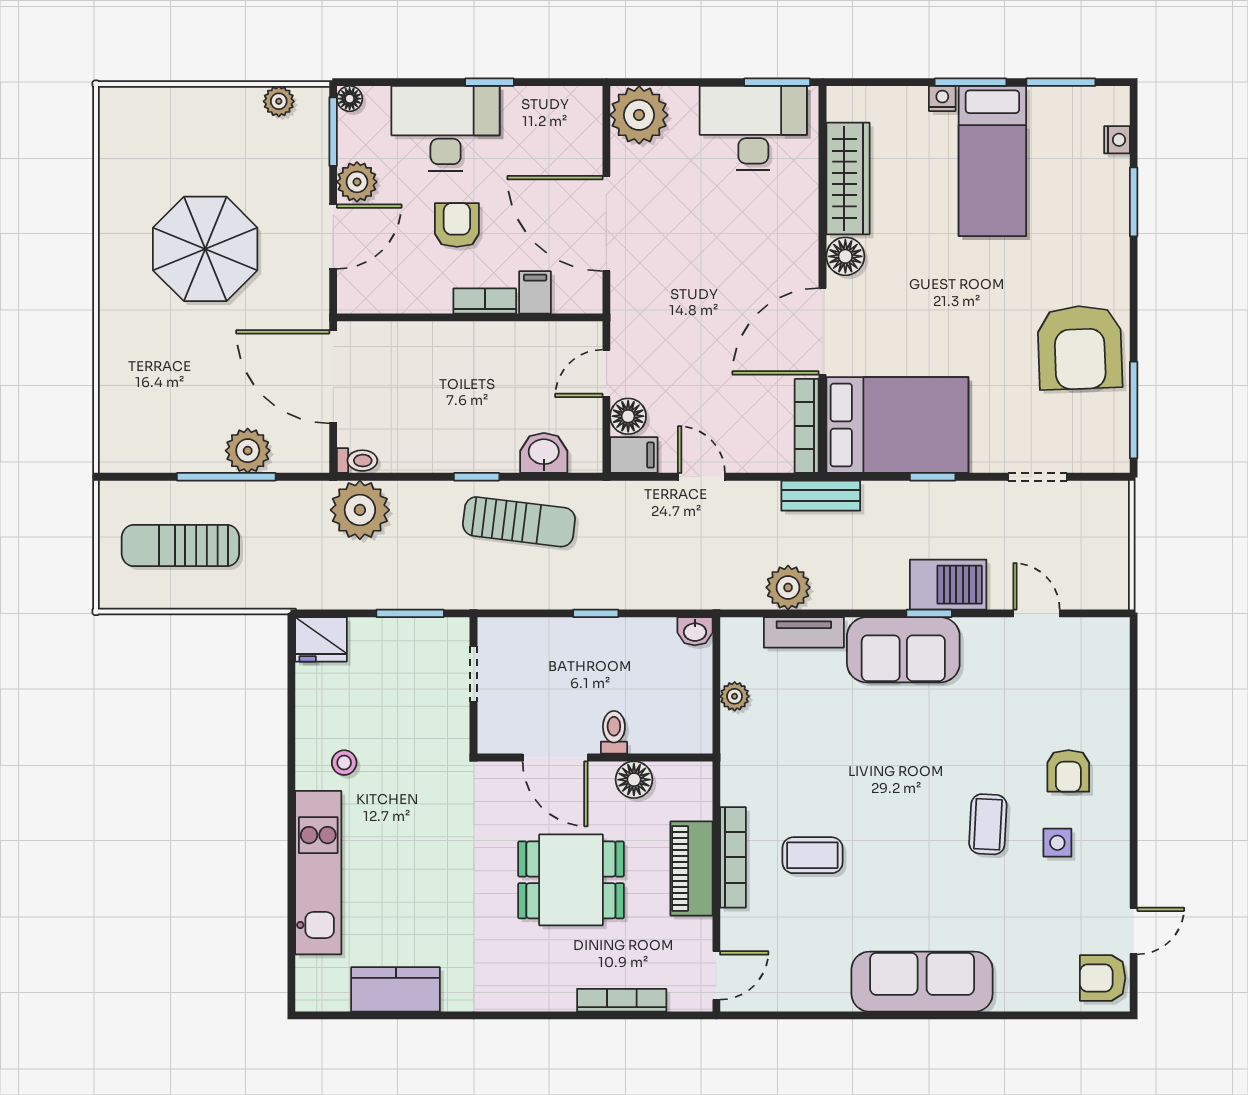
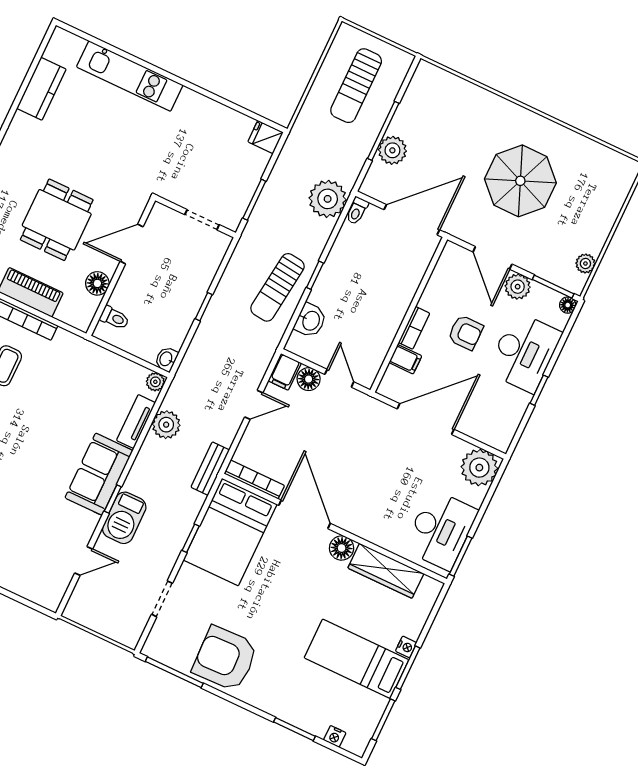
sun lounger: (180, 545) -> (356, 86), turned 180
fridge: (321, 639) -> (266, 137), width x0.72
plant: (735, 696) -> (155, 382), moved
toilet: (614, 732) -> (115, 318), moved
stool: (344, 763) -> (186, 121), removed

